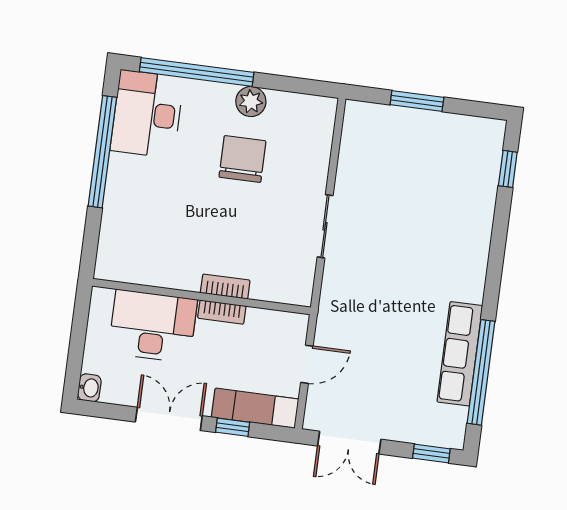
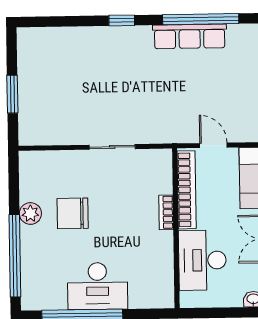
desk: (147, 114) -> (98, 286), moved
window: (508, 169) -> (122, 20), moved
bookcase: (222, 312) -> (187, 190), width x2.31, depth x1.31

